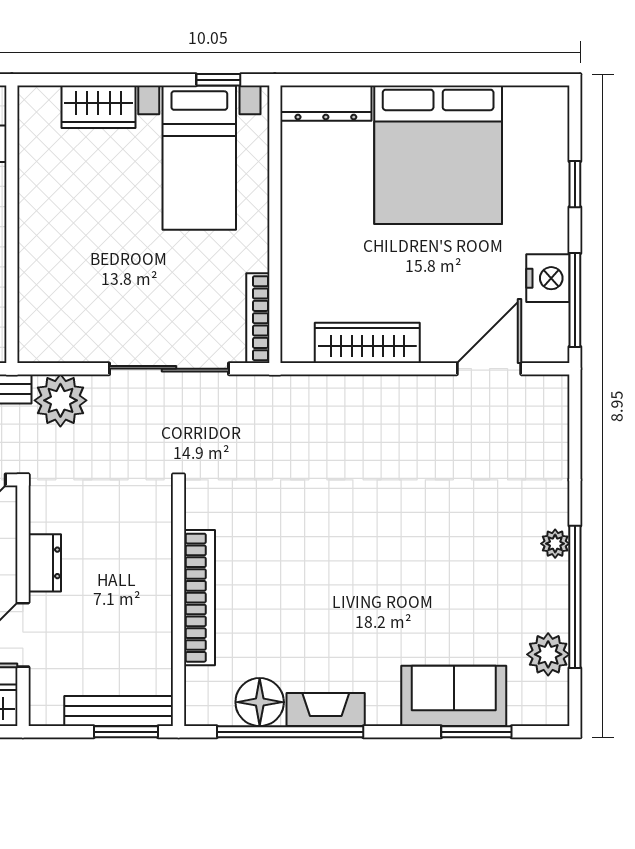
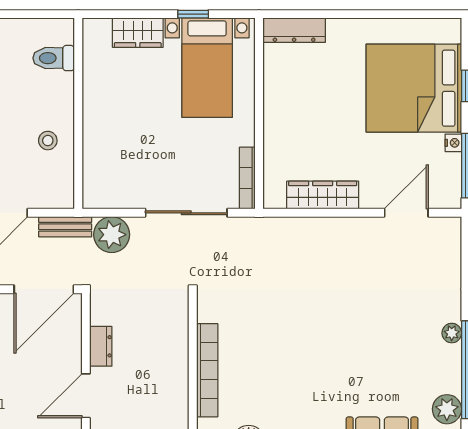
window: (218, 80) -> (193, 14), moved
bed: (438, 155) -> (414, 88), moved, turned 90
nightstand: (548, 278) -> (453, 143), width x0.53, depth x0.56

